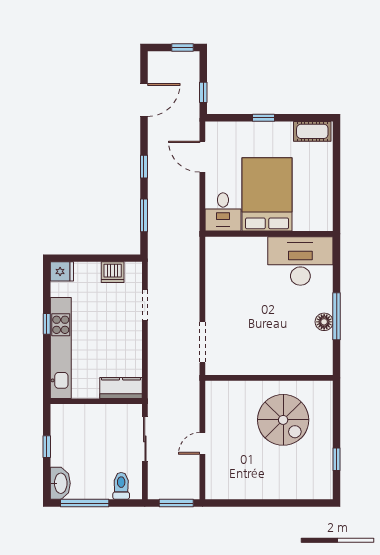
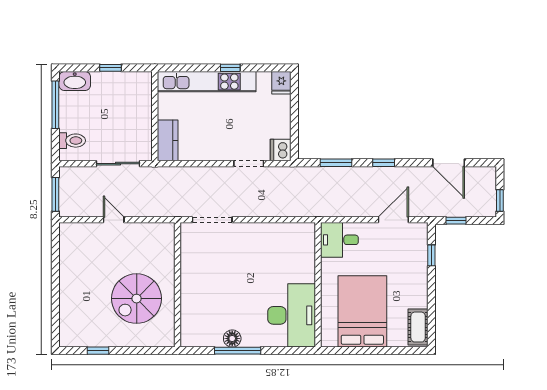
window: (263, 118) -> (431, 255), moved
bed: (267, 194) -> (362, 311), moved, turned -90
dishwasher: (113, 272) -> (281, 150), moved

